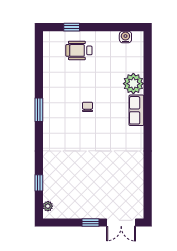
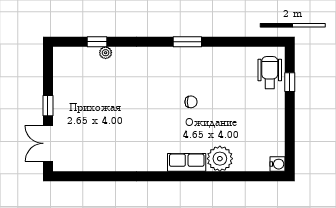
water cooler: (125, 37) -> (277, 164), moved
wheelchair: (79, 50) -> (270, 73), moved
plant: (48, 206) -> (106, 53), moved

